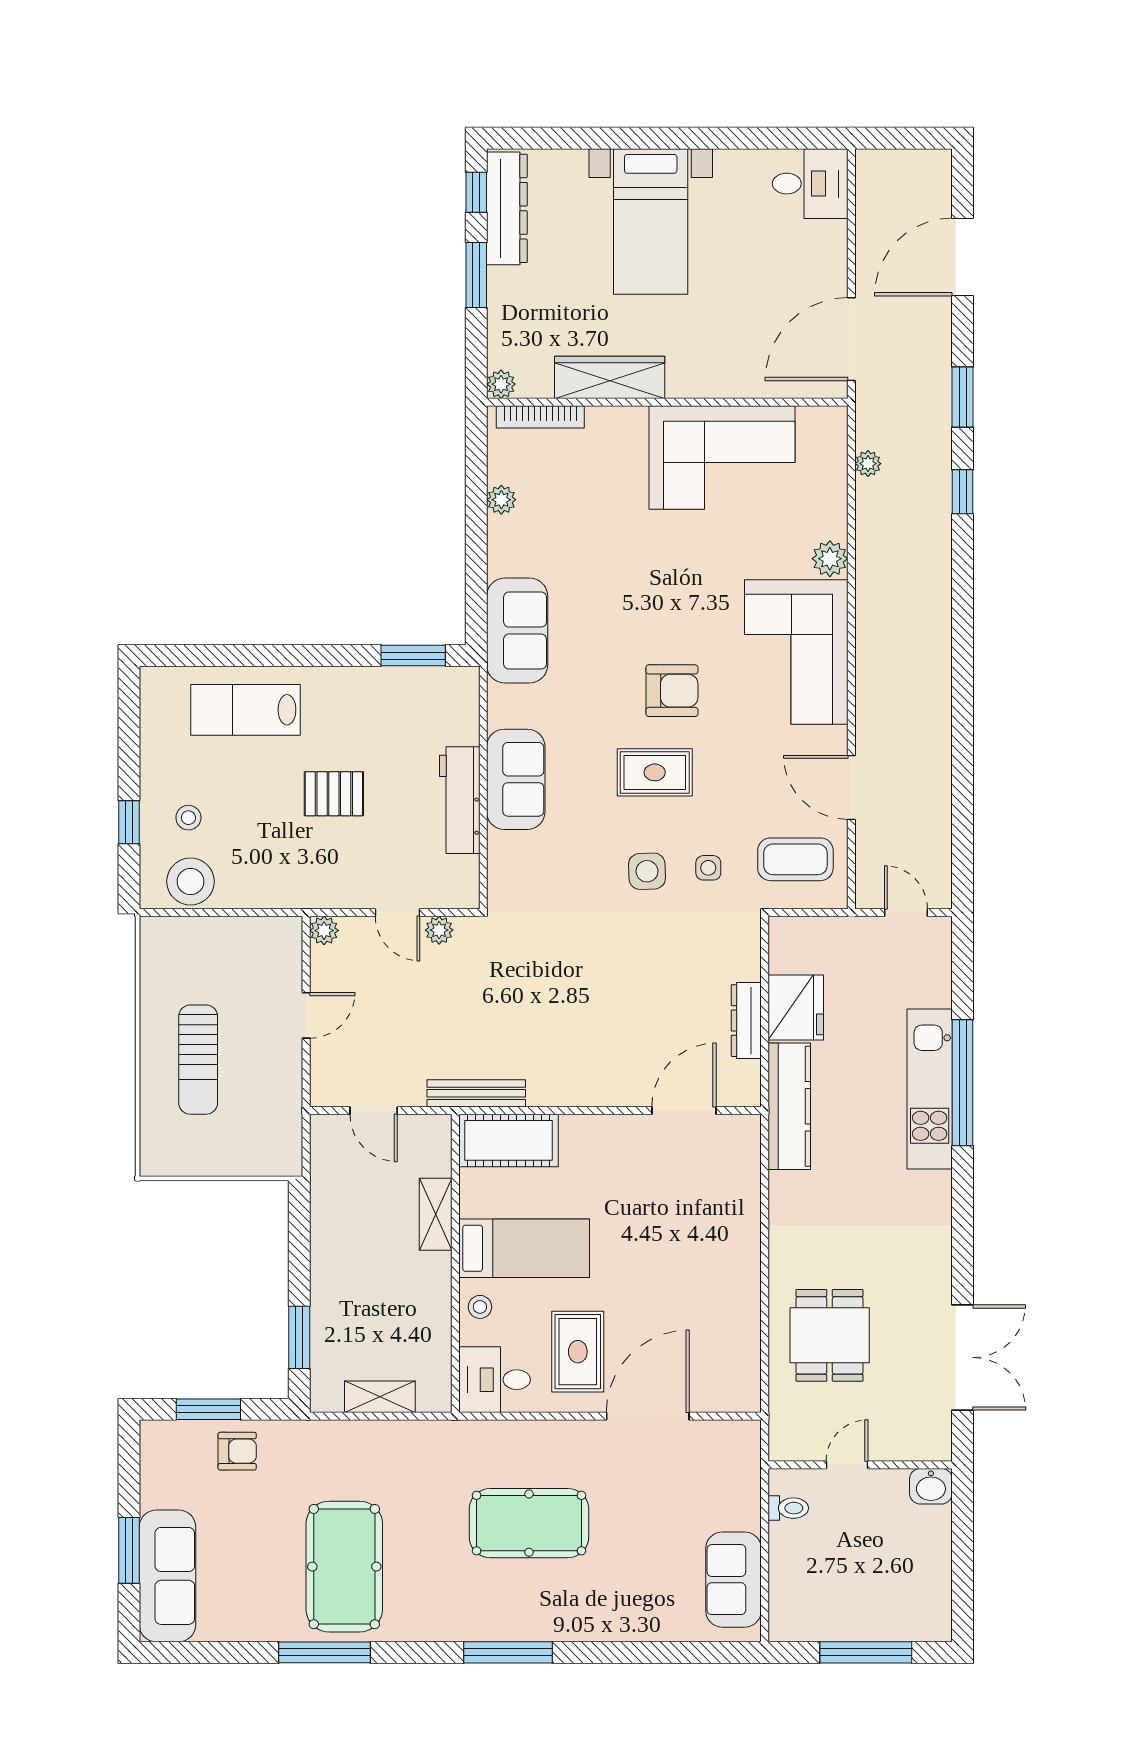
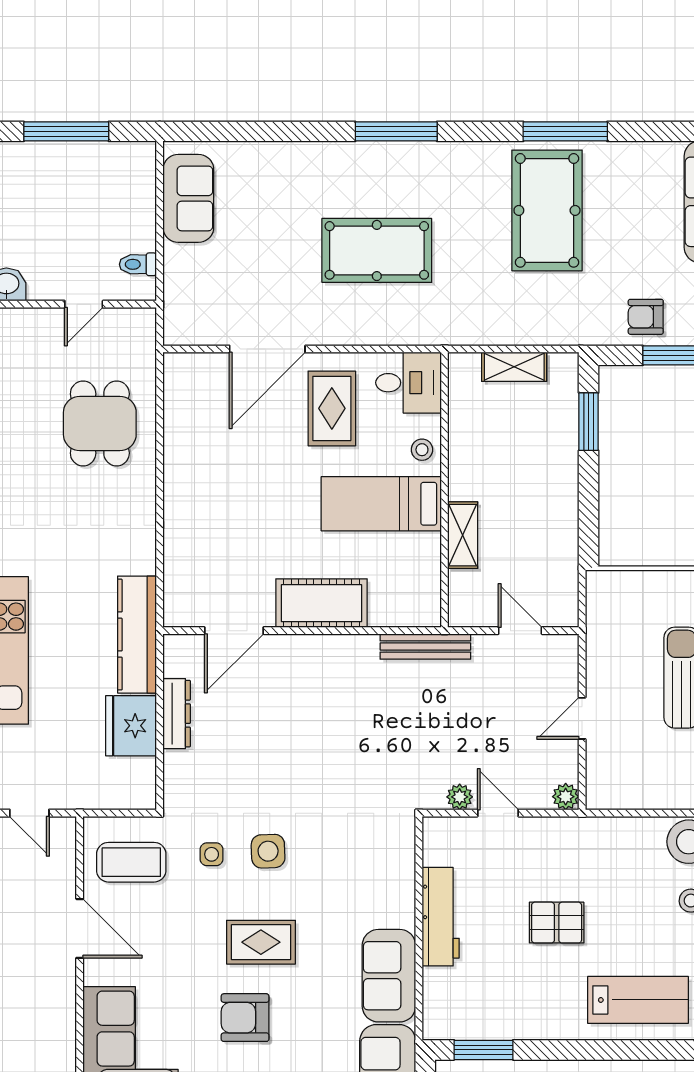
sofa: (516, 779) -> (389, 976), moved
cot: (509, 1140) -> (322, 603), moved

